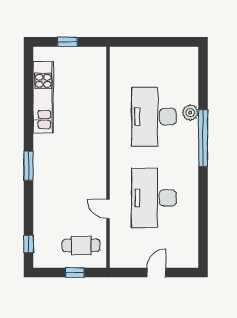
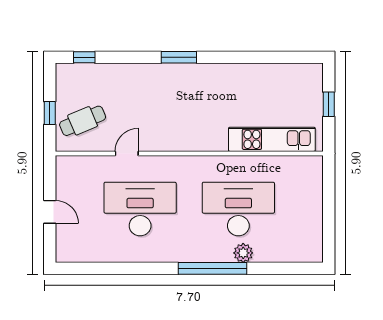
kitchen unit: (43, 97) -> (272, 139), moved, turned 180
cafe table: (81, 245) -> (83, 121), turned 67

